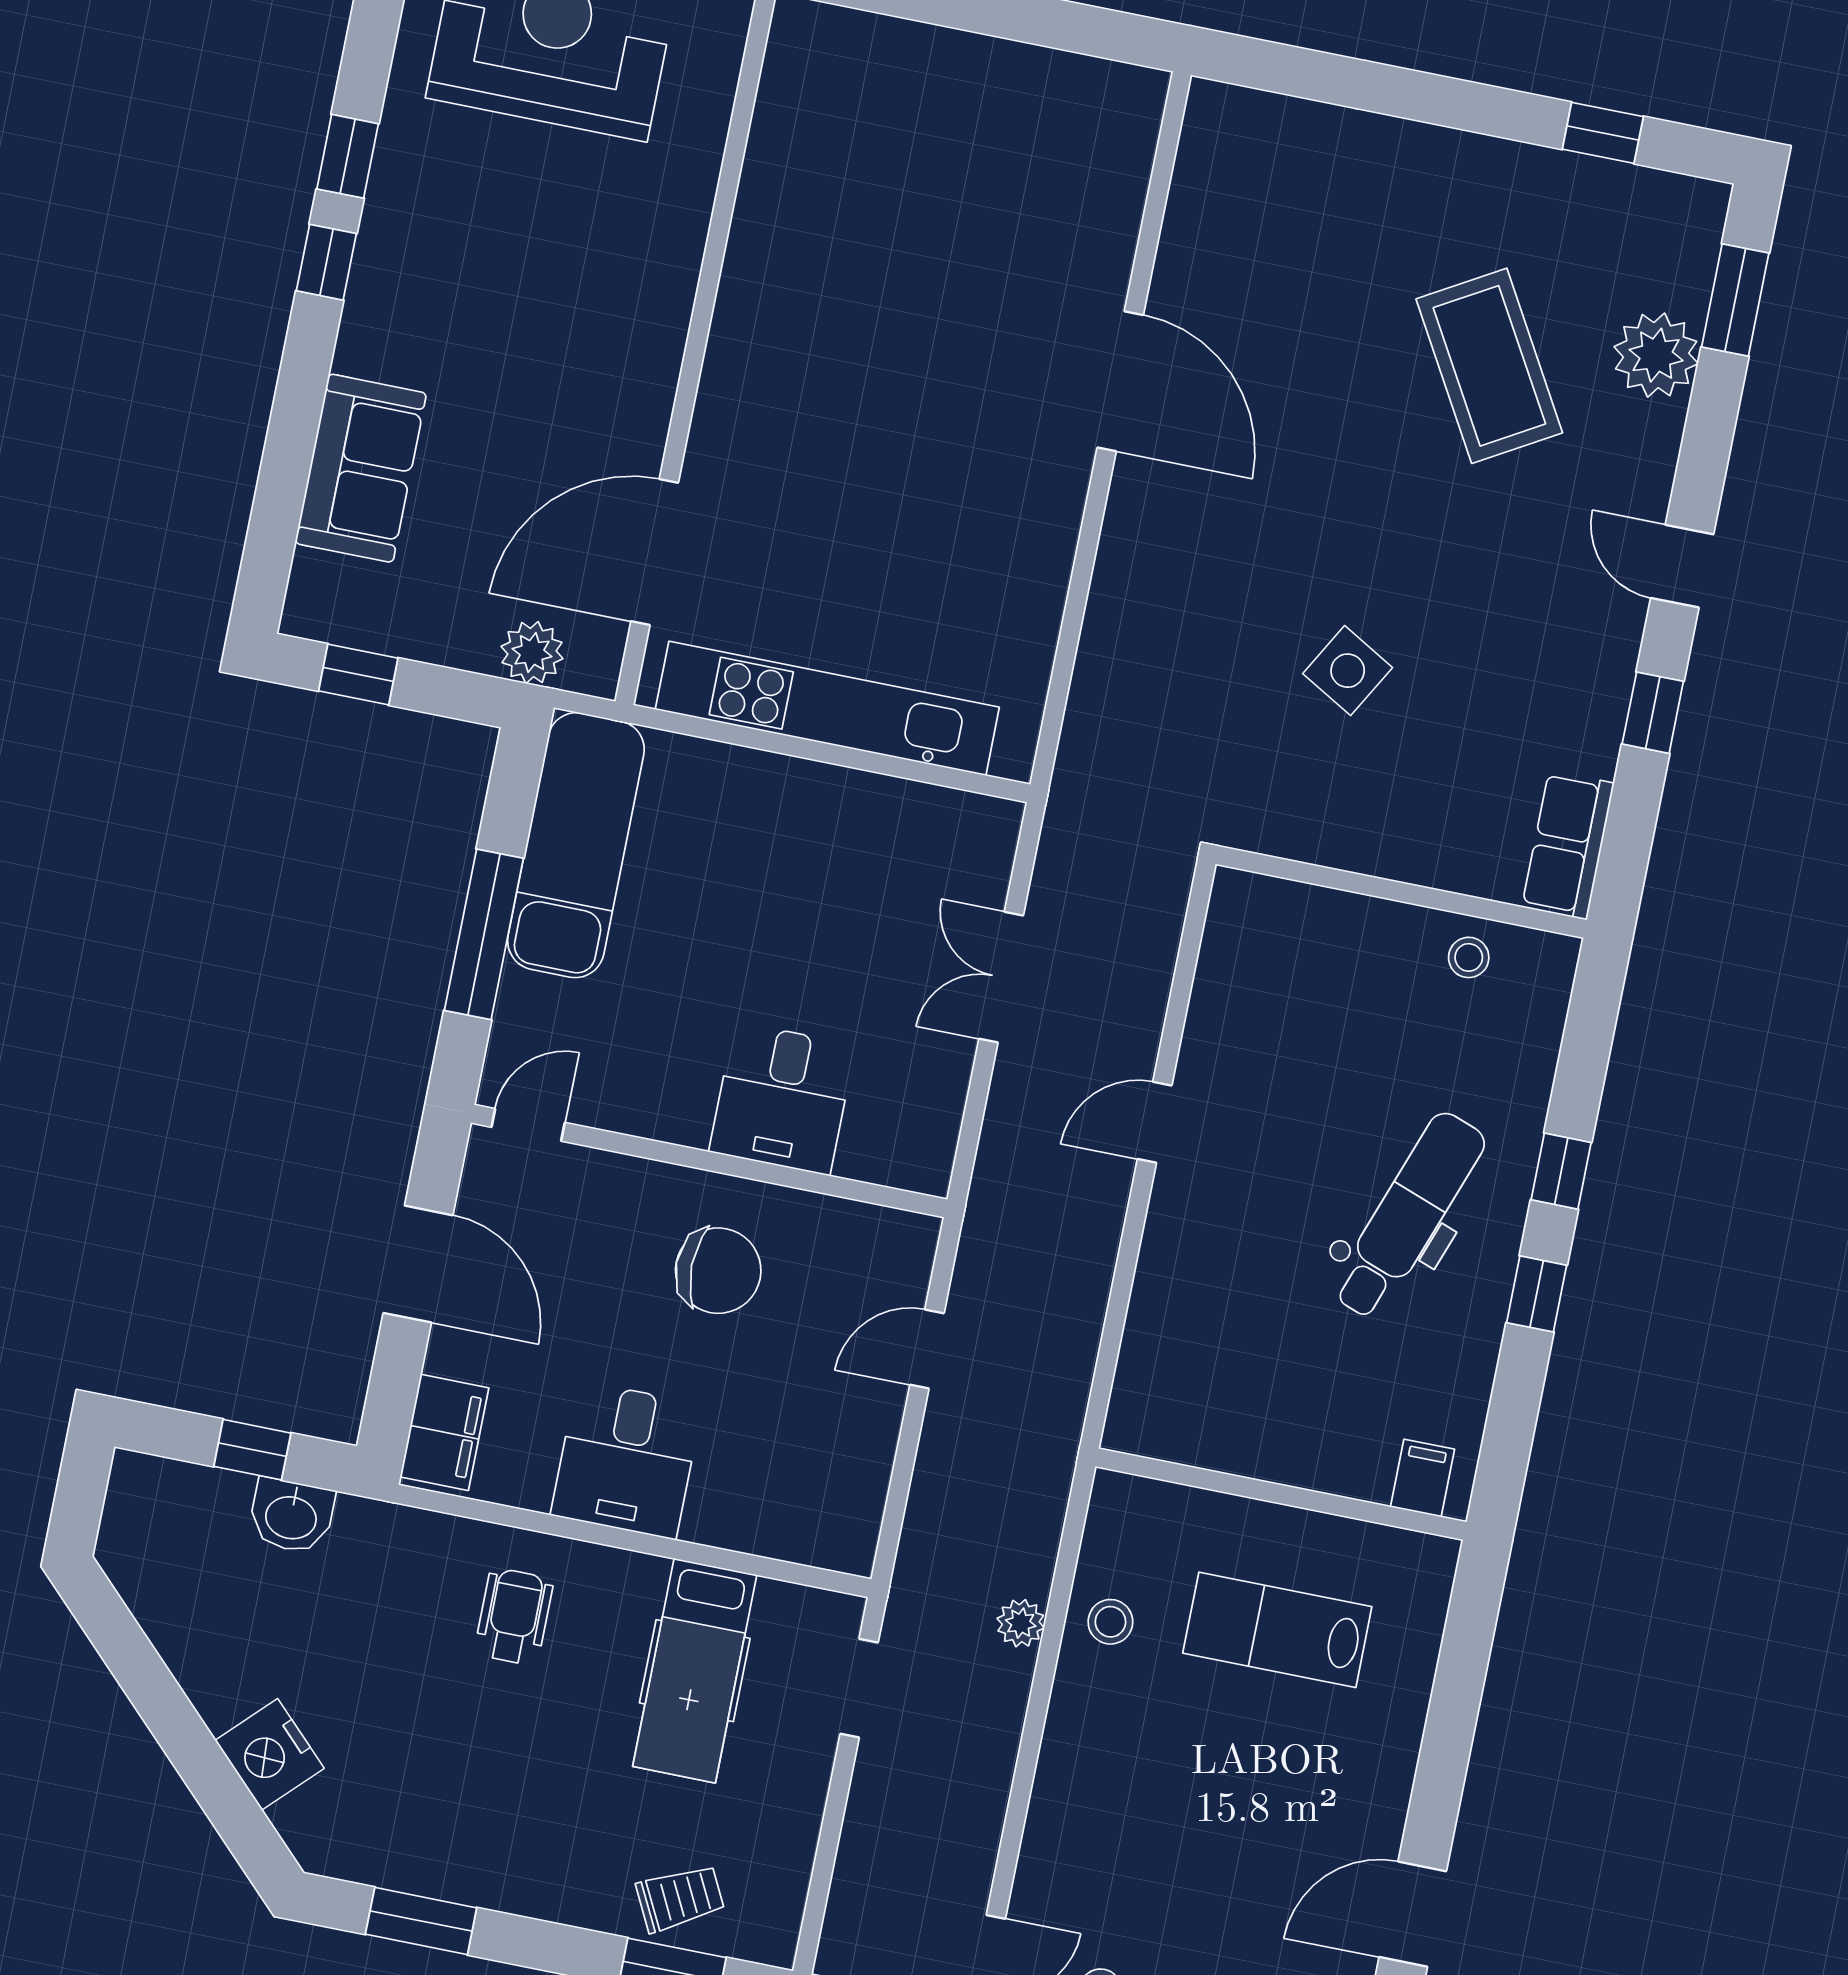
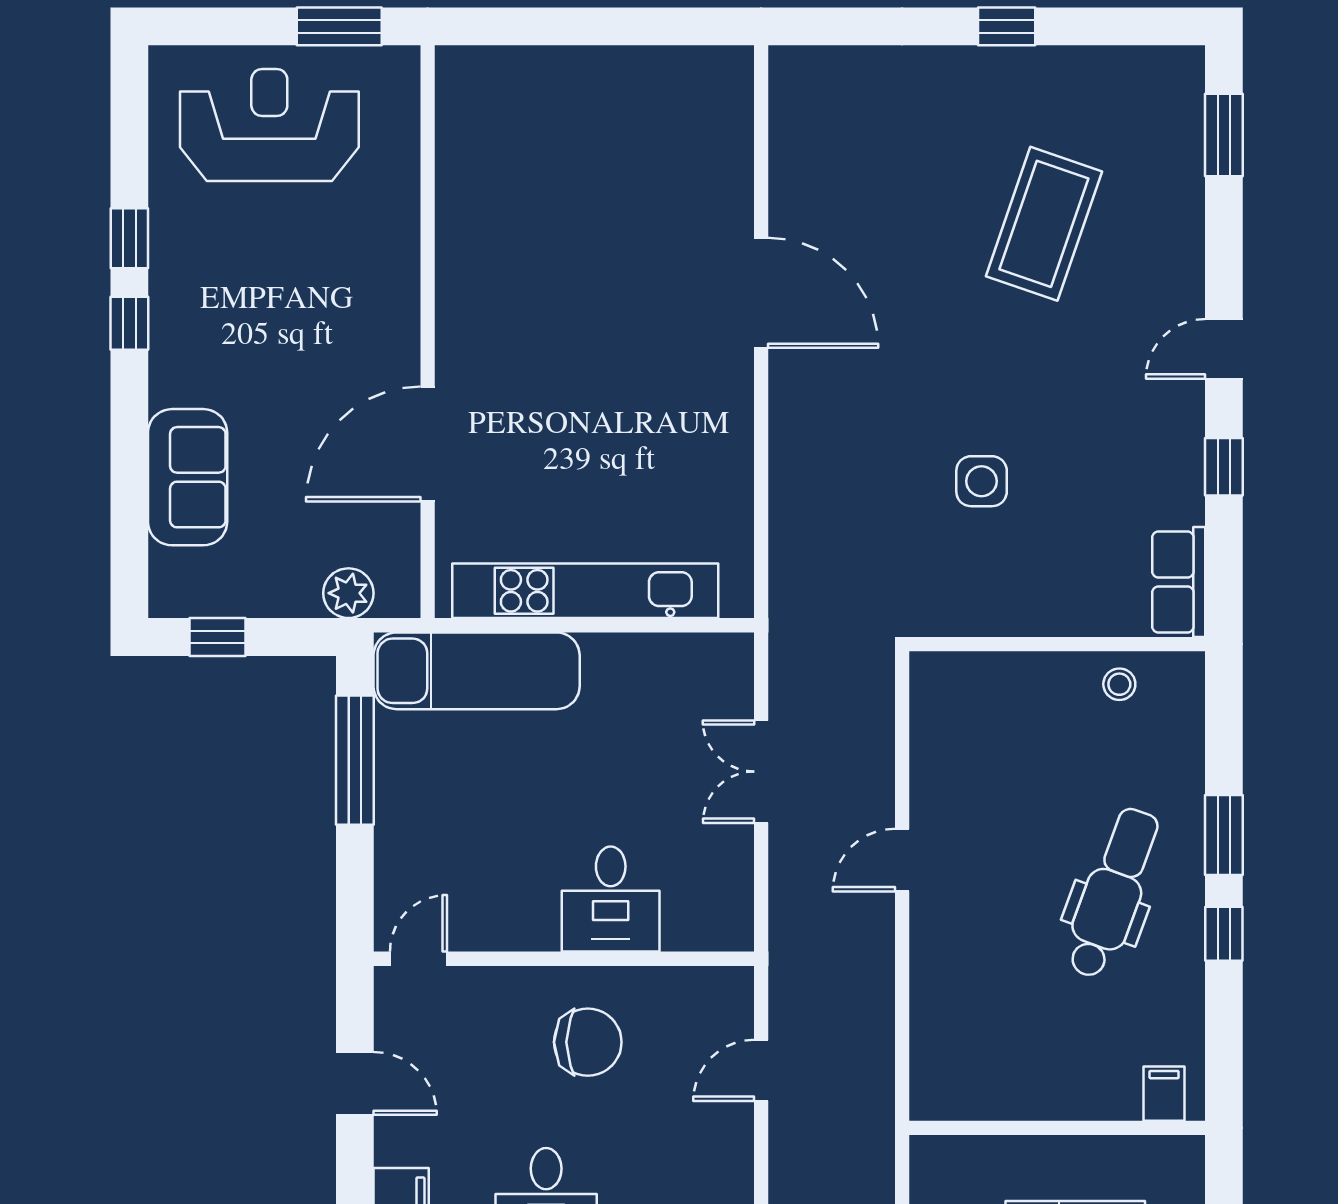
window: (1603, 133) -> (1007, 26), moved
plant: (1656, 355) -> (1171, 190), removed
coffee table: (1489, 366) -> (1044, 224), turned 49
door: (655, 552) -> (428, 444), moved
door: (1682, 566) -> (1224, 349), hinge flipped
side table: (1348, 671) -> (982, 481), turned -30
exam couch: (576, 845) -> (477, 671), moved, turned 90
window: (484, 934) -> (355, 760), moved
window: (1561, 1171) -> (1224, 835), width x1.50
door: (418, 1264) -> (355, 1083), width x0.73

